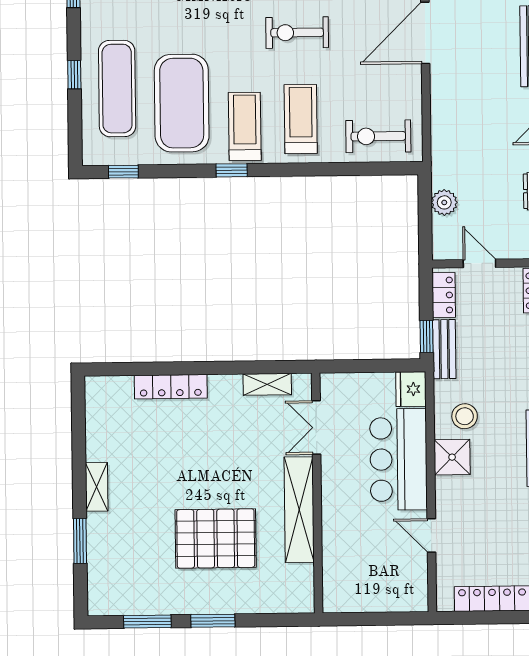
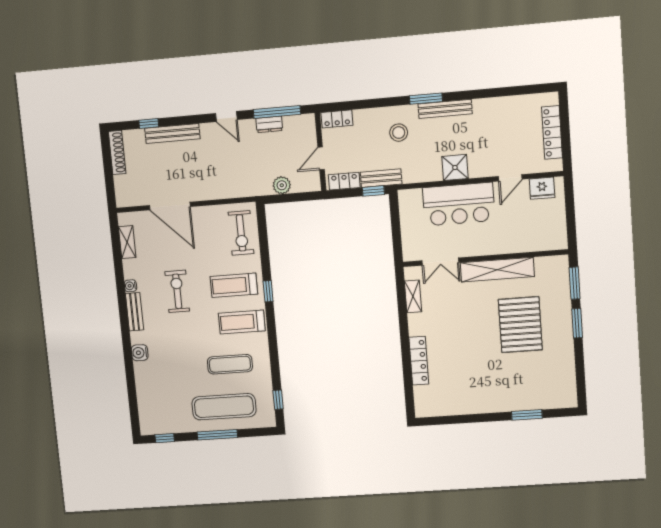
exercise bike: (297, 33) -> (177, 291), turned 180
window: (74, 75) -> (217, 435), width x2.17
exercise mat: (182, 103) -> (230, 364), width x0.50, depth x0.69
window: (232, 170) -> (268, 291), moved
fridge: (411, 389) -> (542, 188), moved
stool: (465, 416) -> (399, 133), moved
shelving: (97, 487) -> (490, 406), removed
window: (147, 622) -> (575, 283), moved

